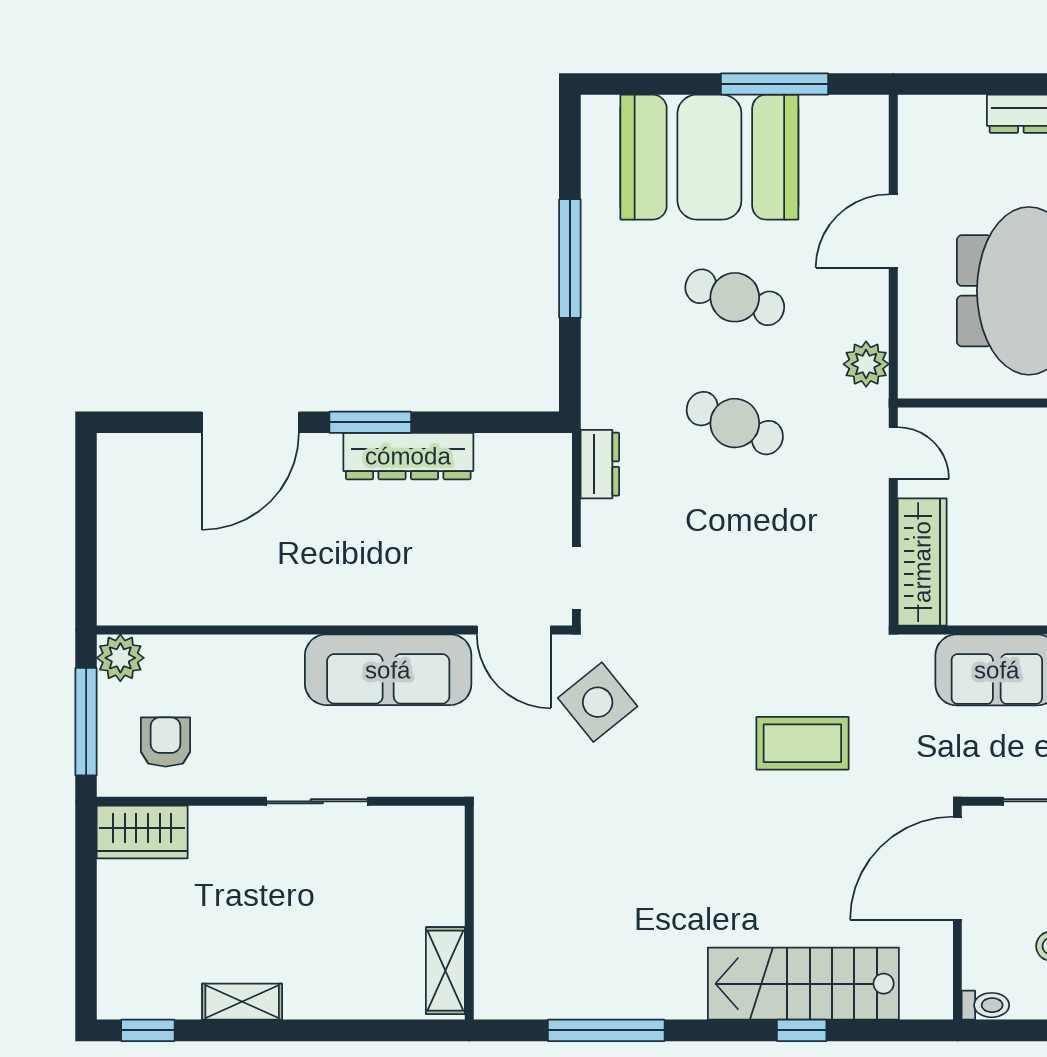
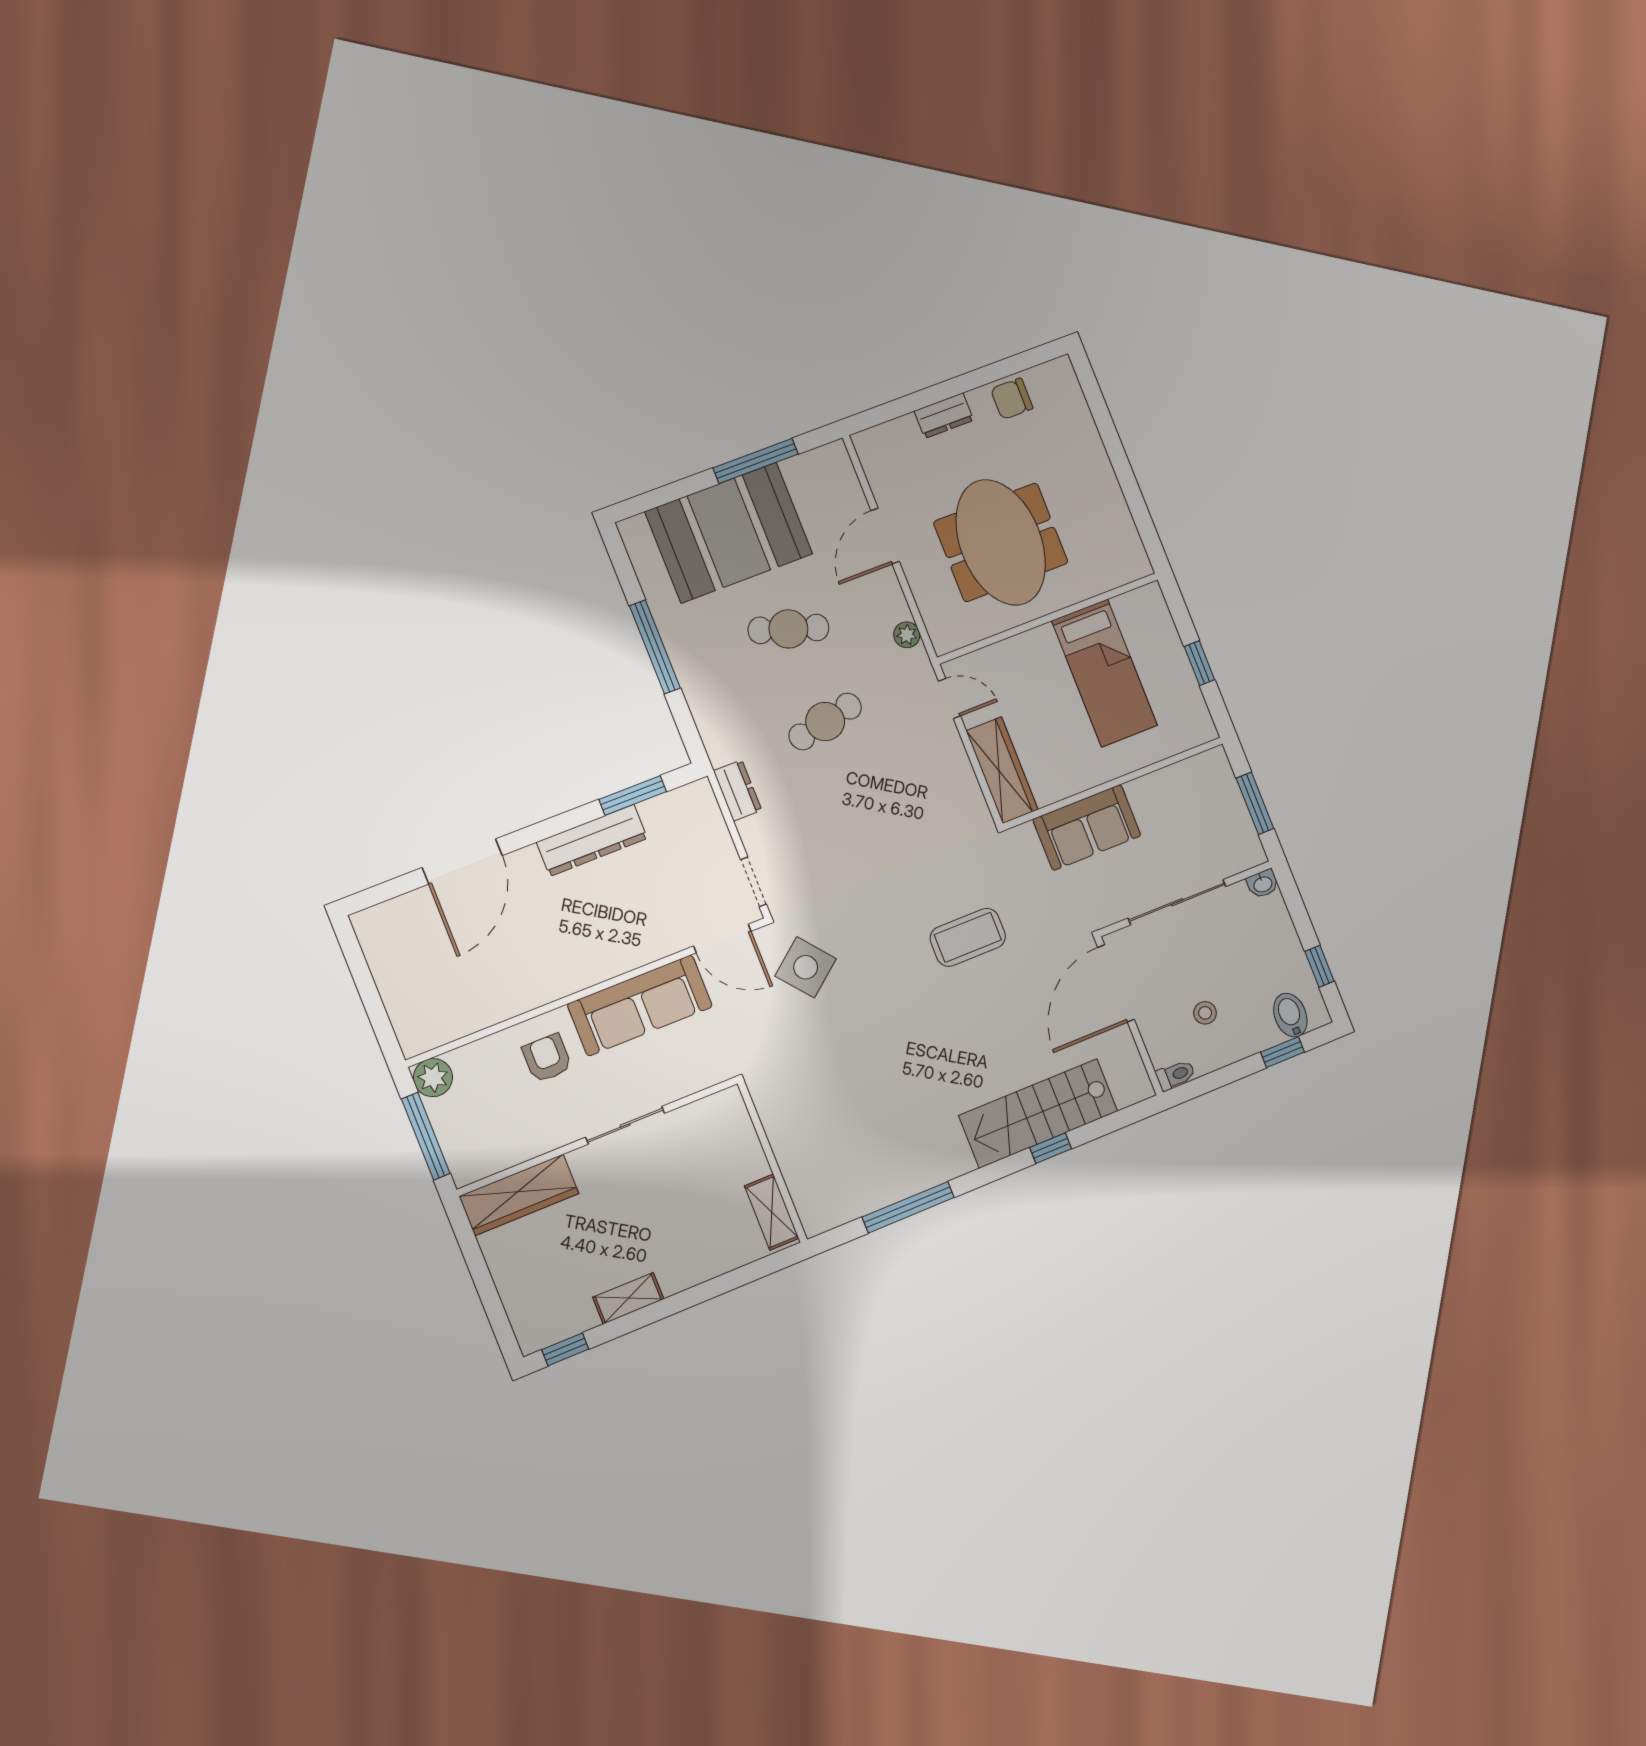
plant: (866, 364) -> (907, 635), width x0.73, depth x0.73
window: (370, 422) -> (633, 795), moved
cafe table: (735, 423) -> (825, 722), turned -36
armchair: (166, 742) -> (547, 1058), moved
wardrobe: (142, 832) -> (519, 1195), width x1.50

